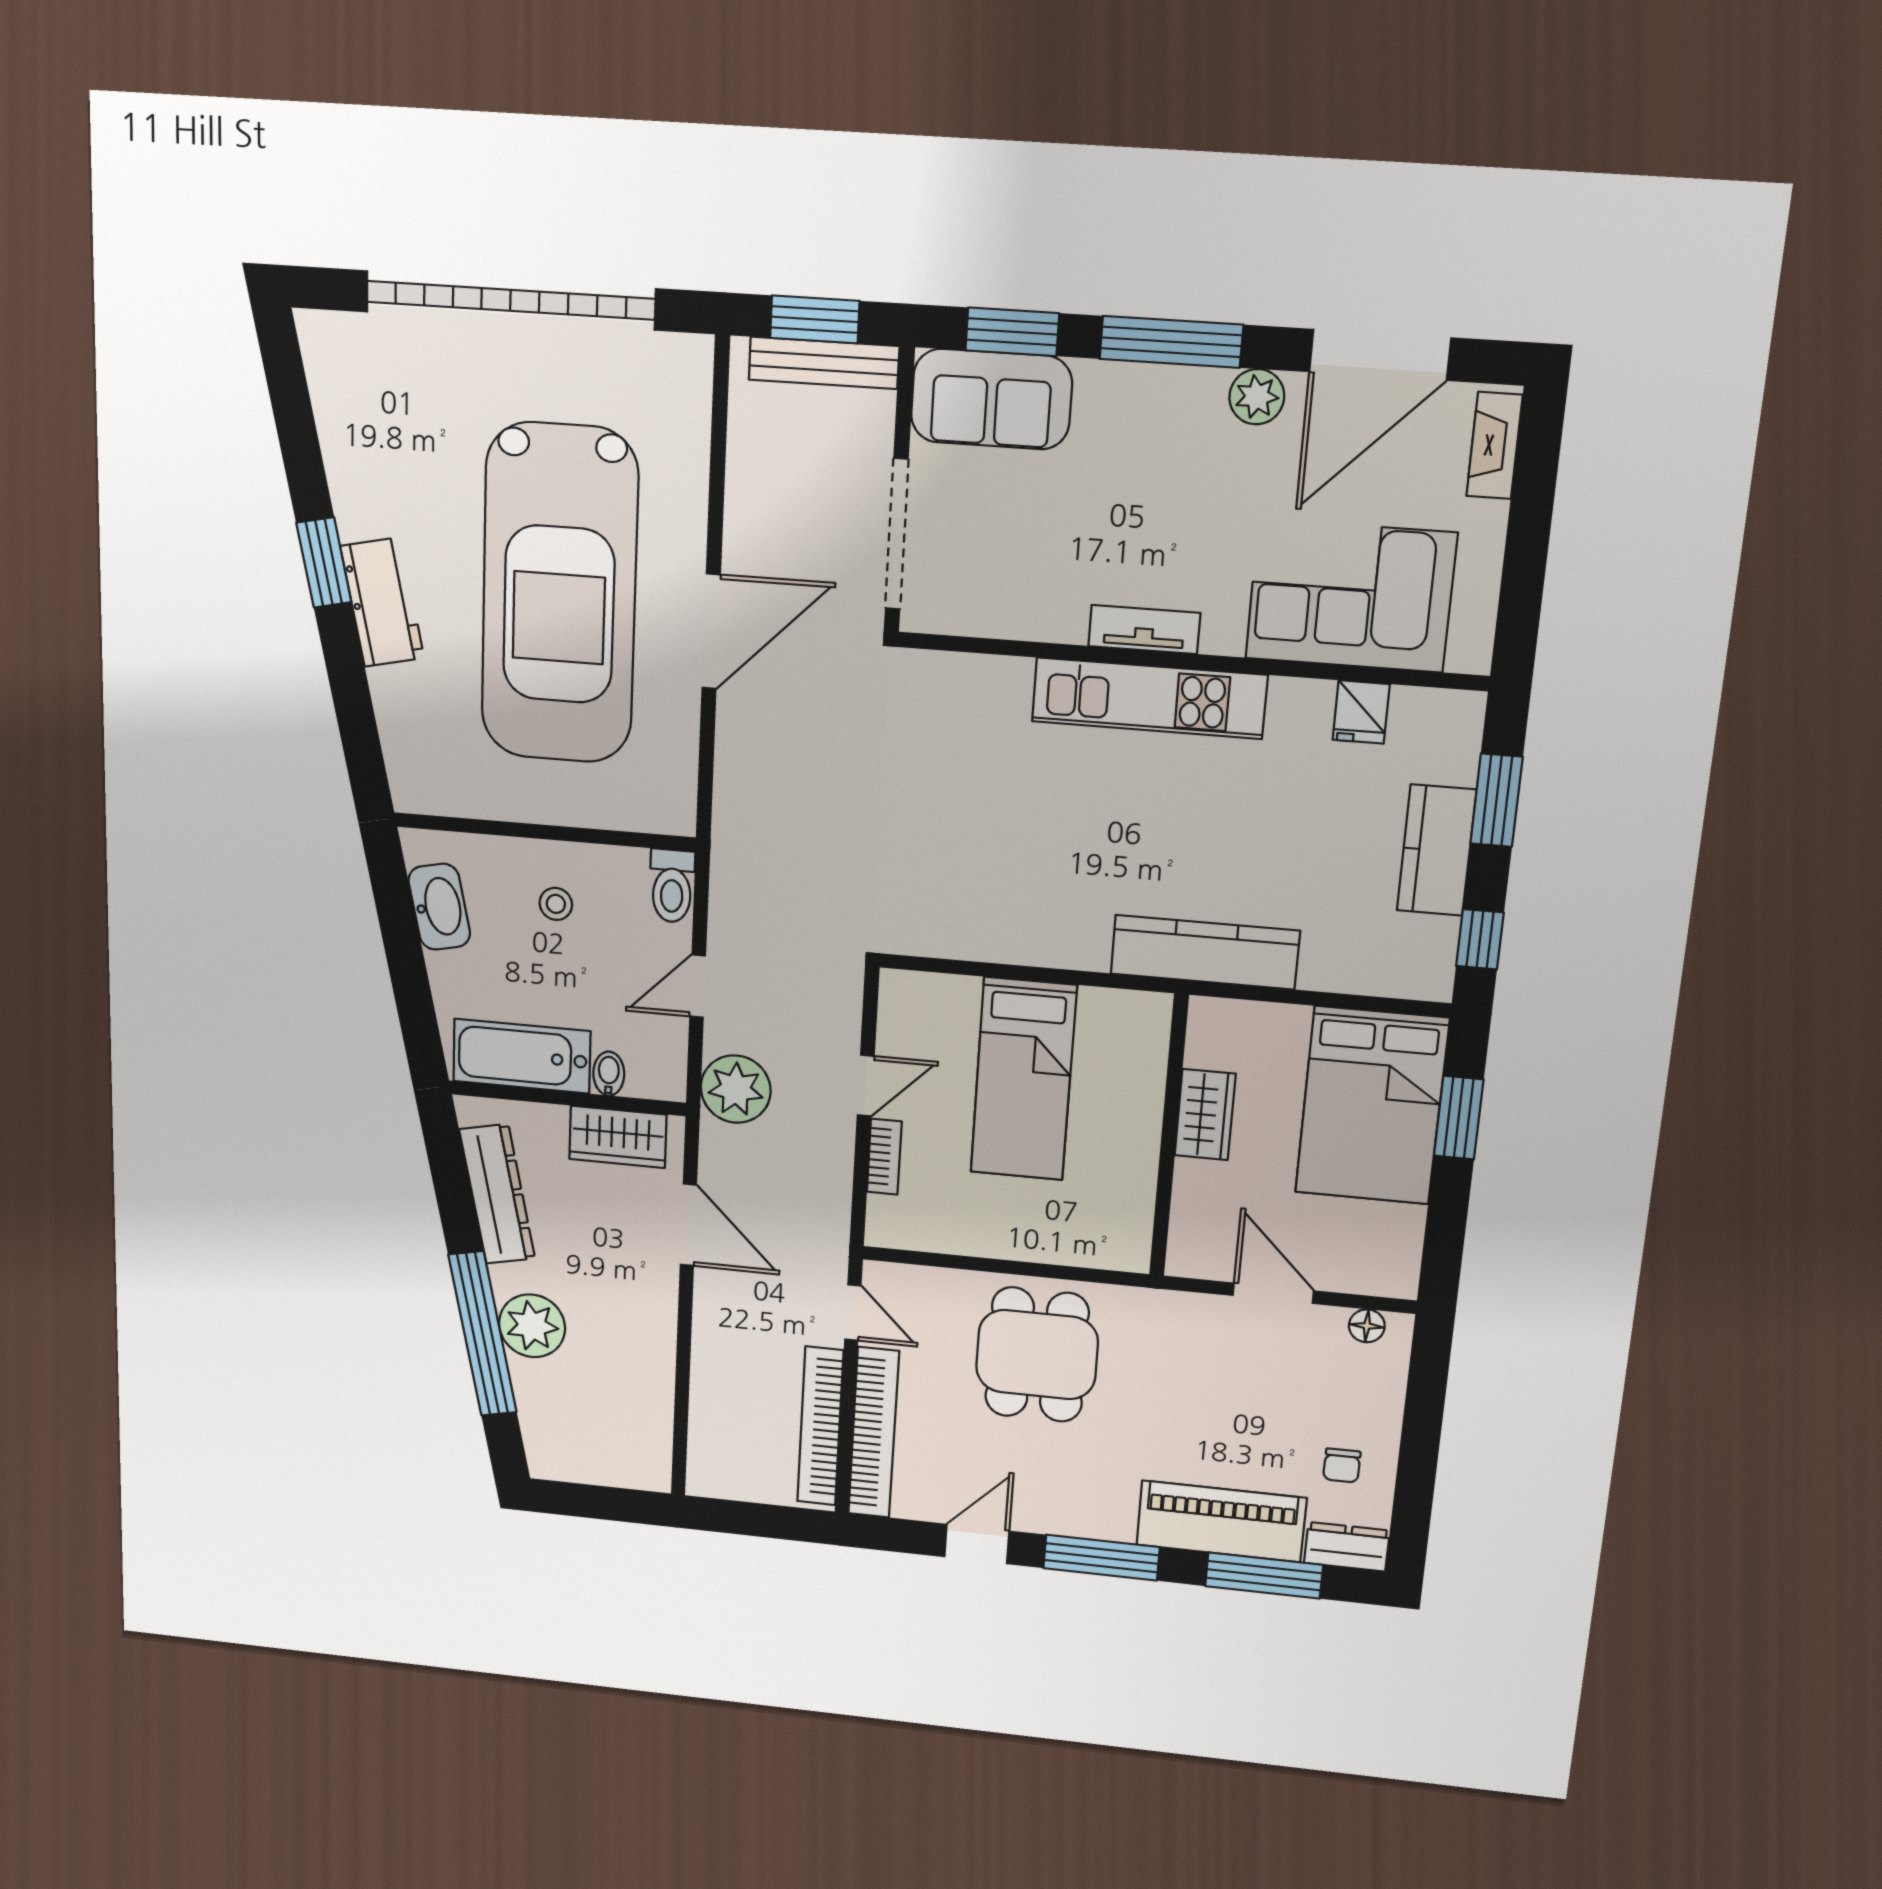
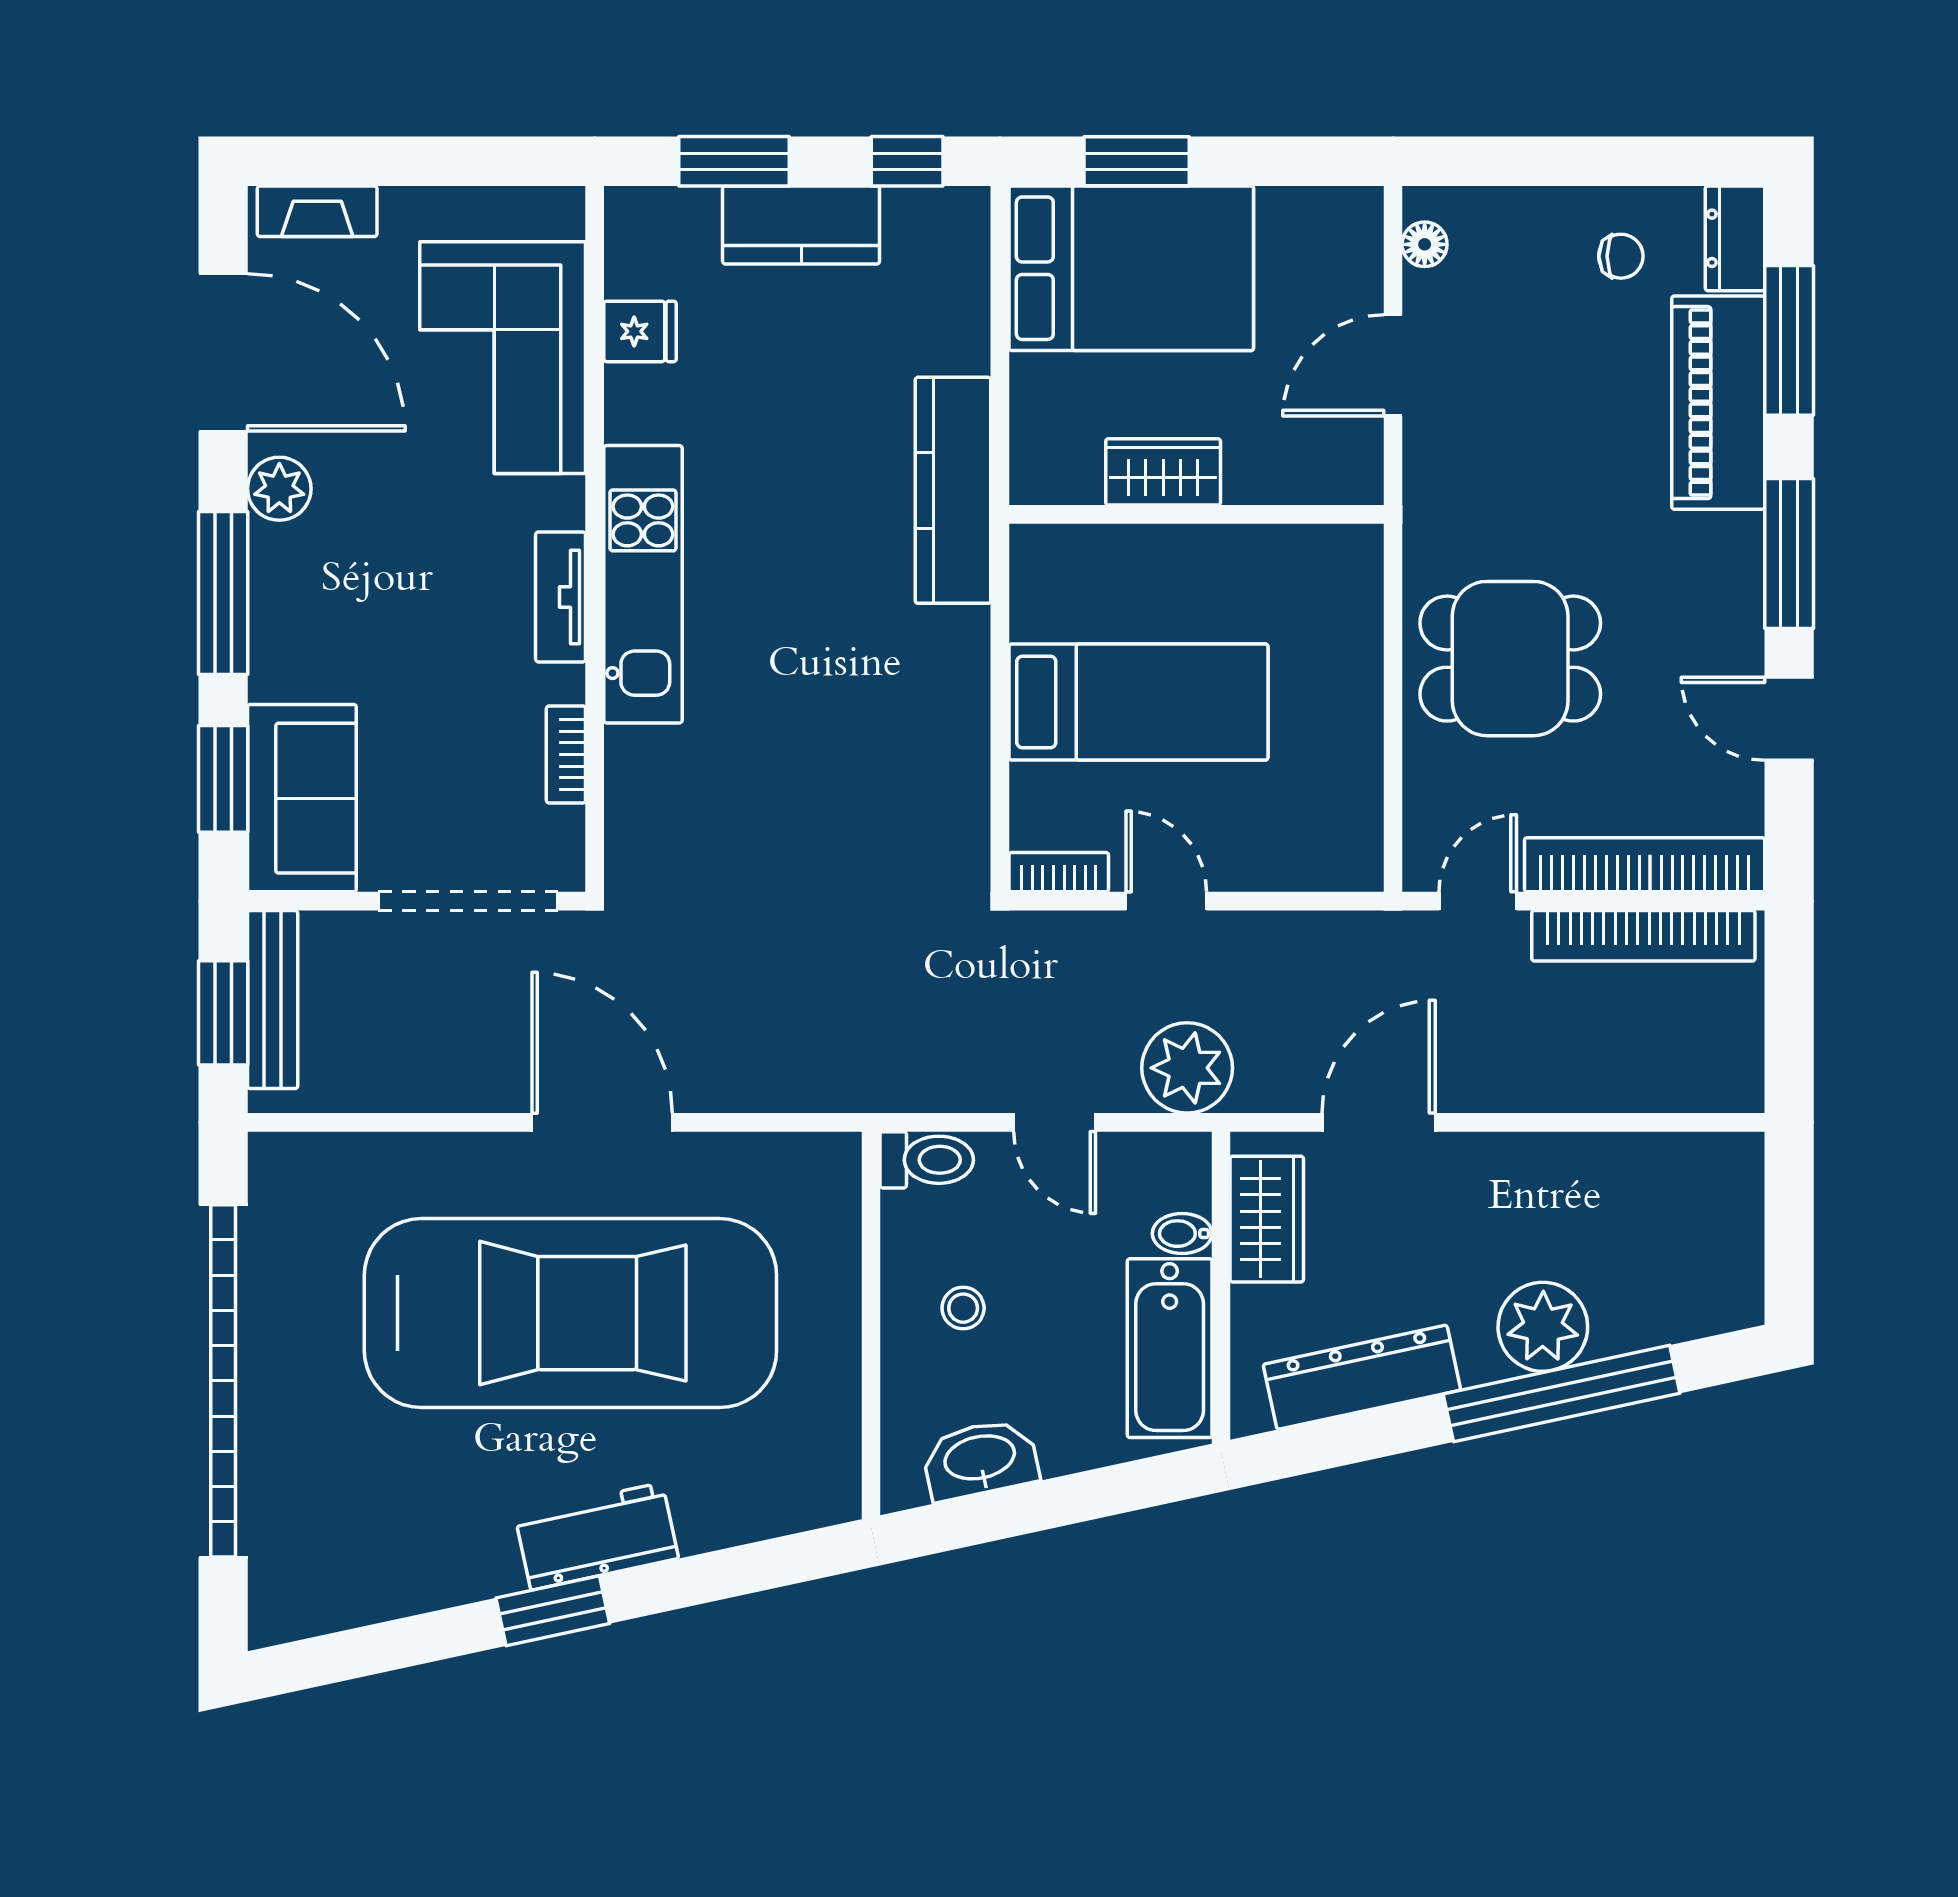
bookcase: (1013, 624) -> (566, 754), added
bookcase: (884, 1157) -> (1059, 872), moved

